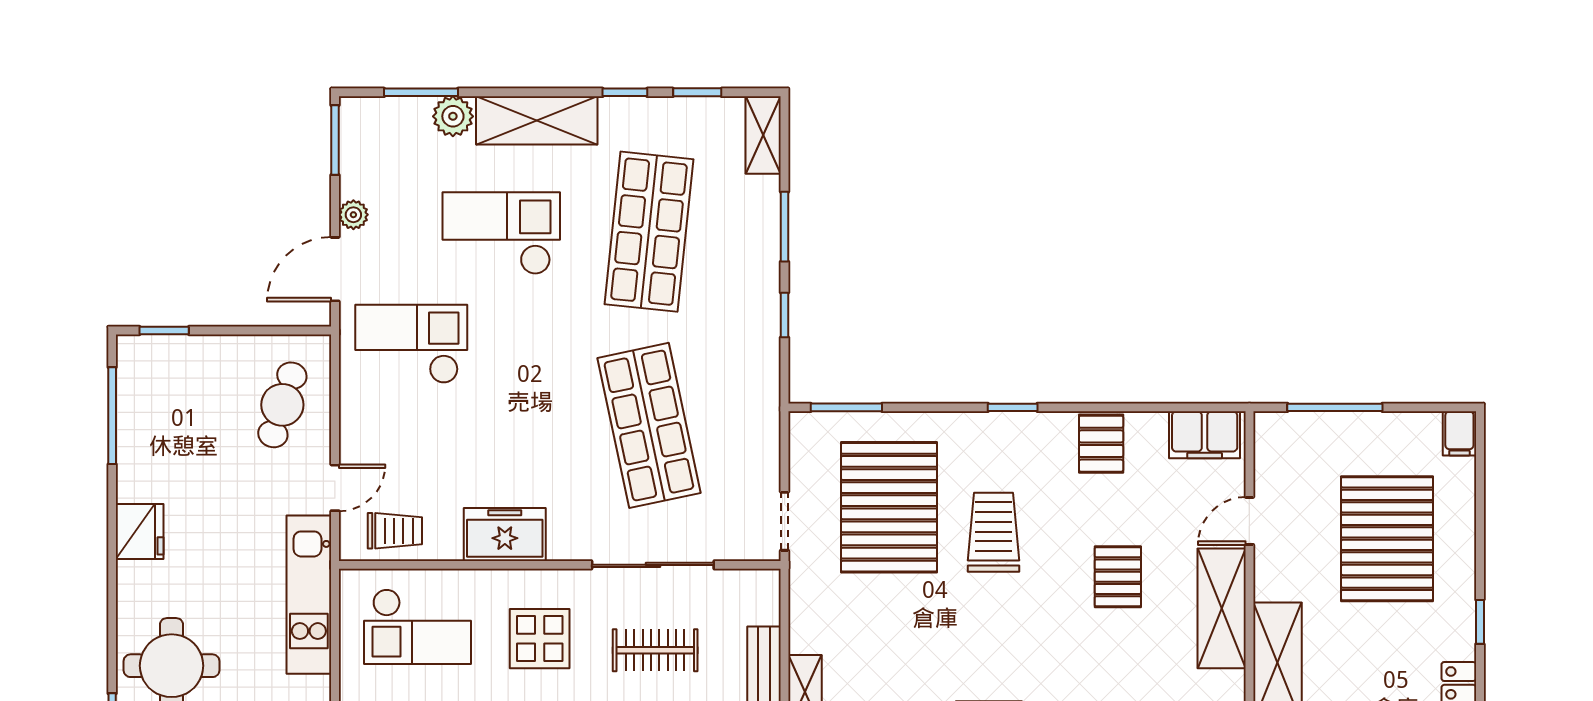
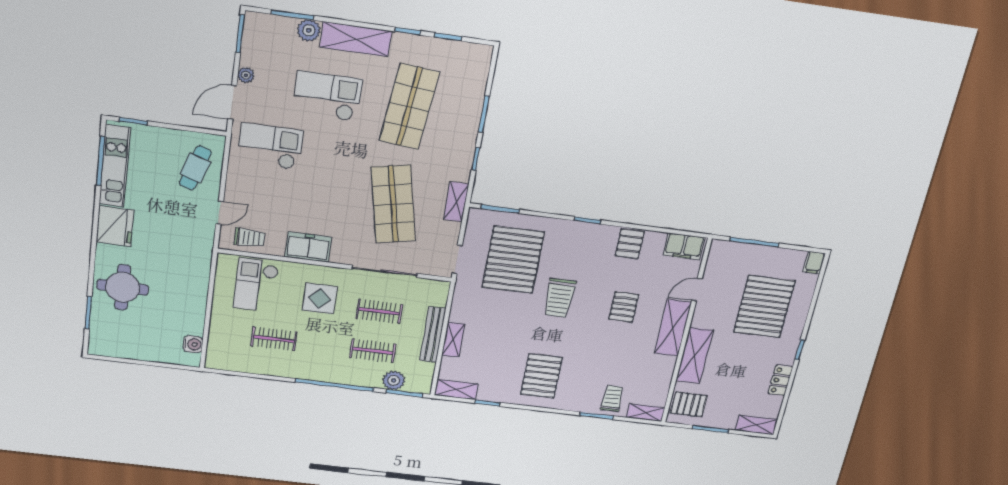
shelving: (763, 135) -> (456, 202), moved
fridge: (140, 532) -> (115, 226), width x1.36, depth x1.34
trolley: (994, 532) -> (559, 298), moved, turned 180
kitchen unit: (309, 595) -> (115, 166), moved, turned 180
checkout: (417, 627) -> (256, 285), turned 90

